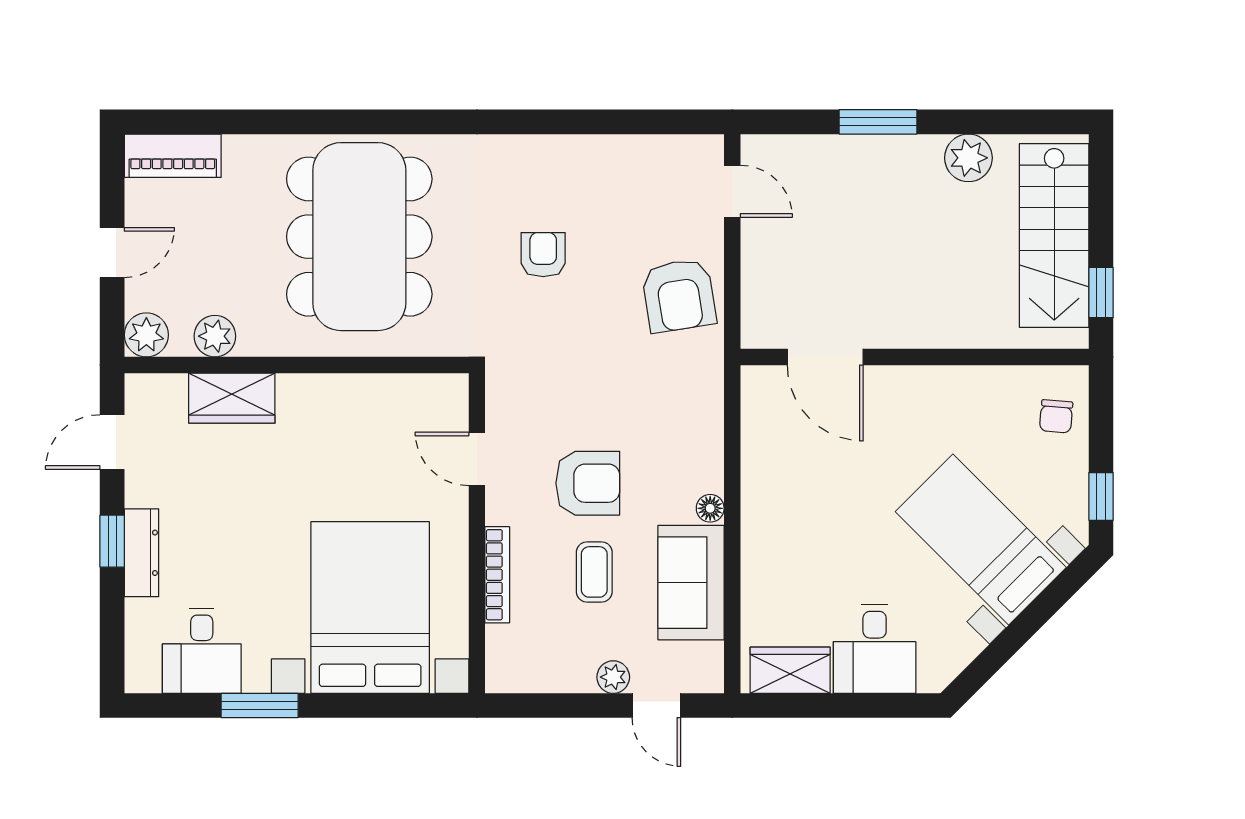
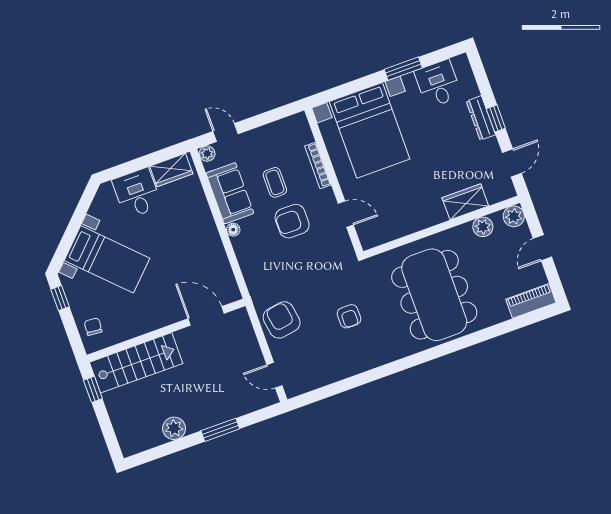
stairs: (1054, 236) -> (136, 363), moved, turned 90
plant: (613, 677) -> (207, 154), moved

